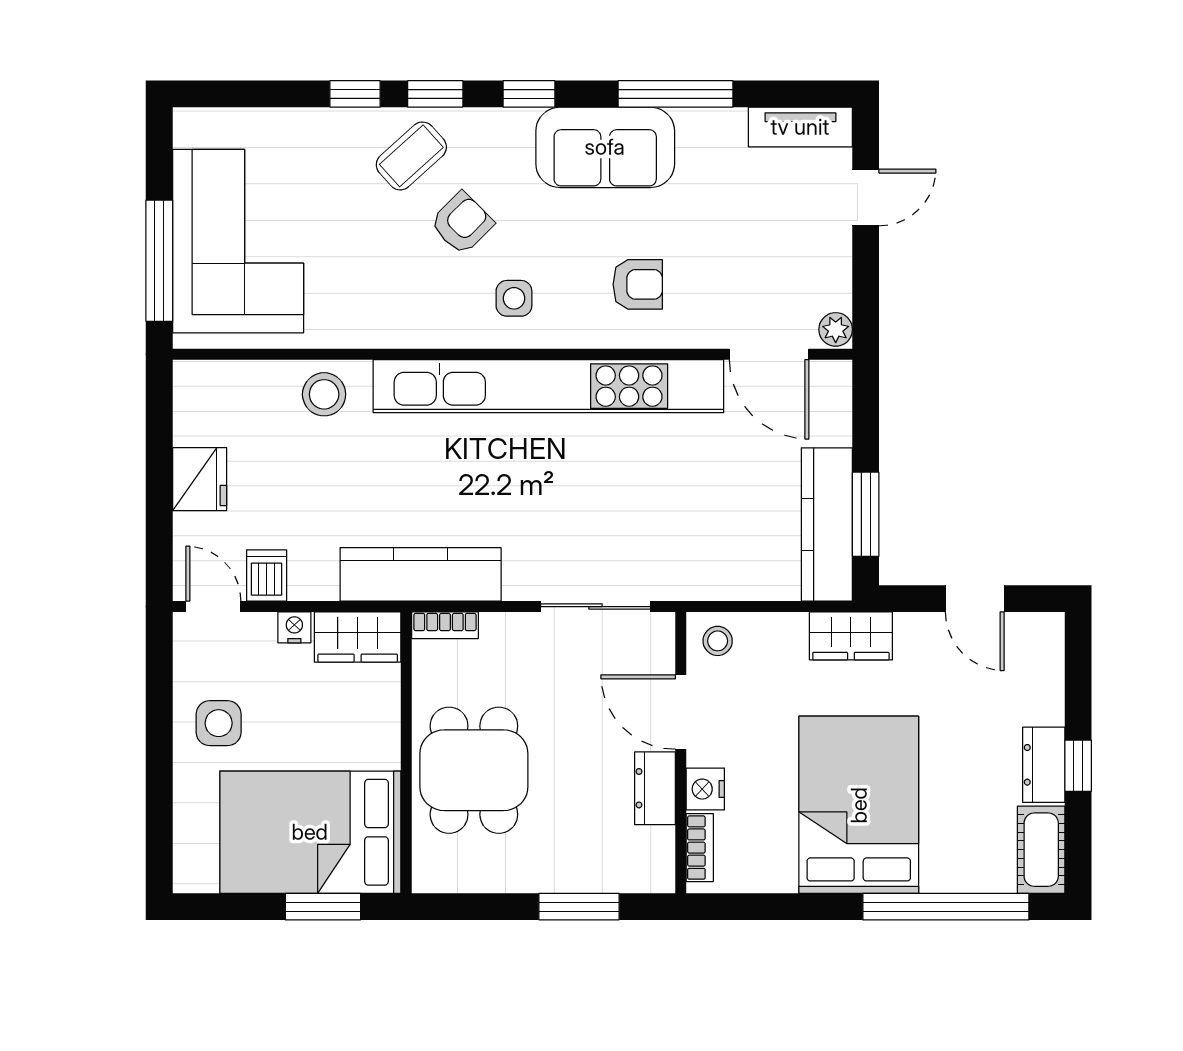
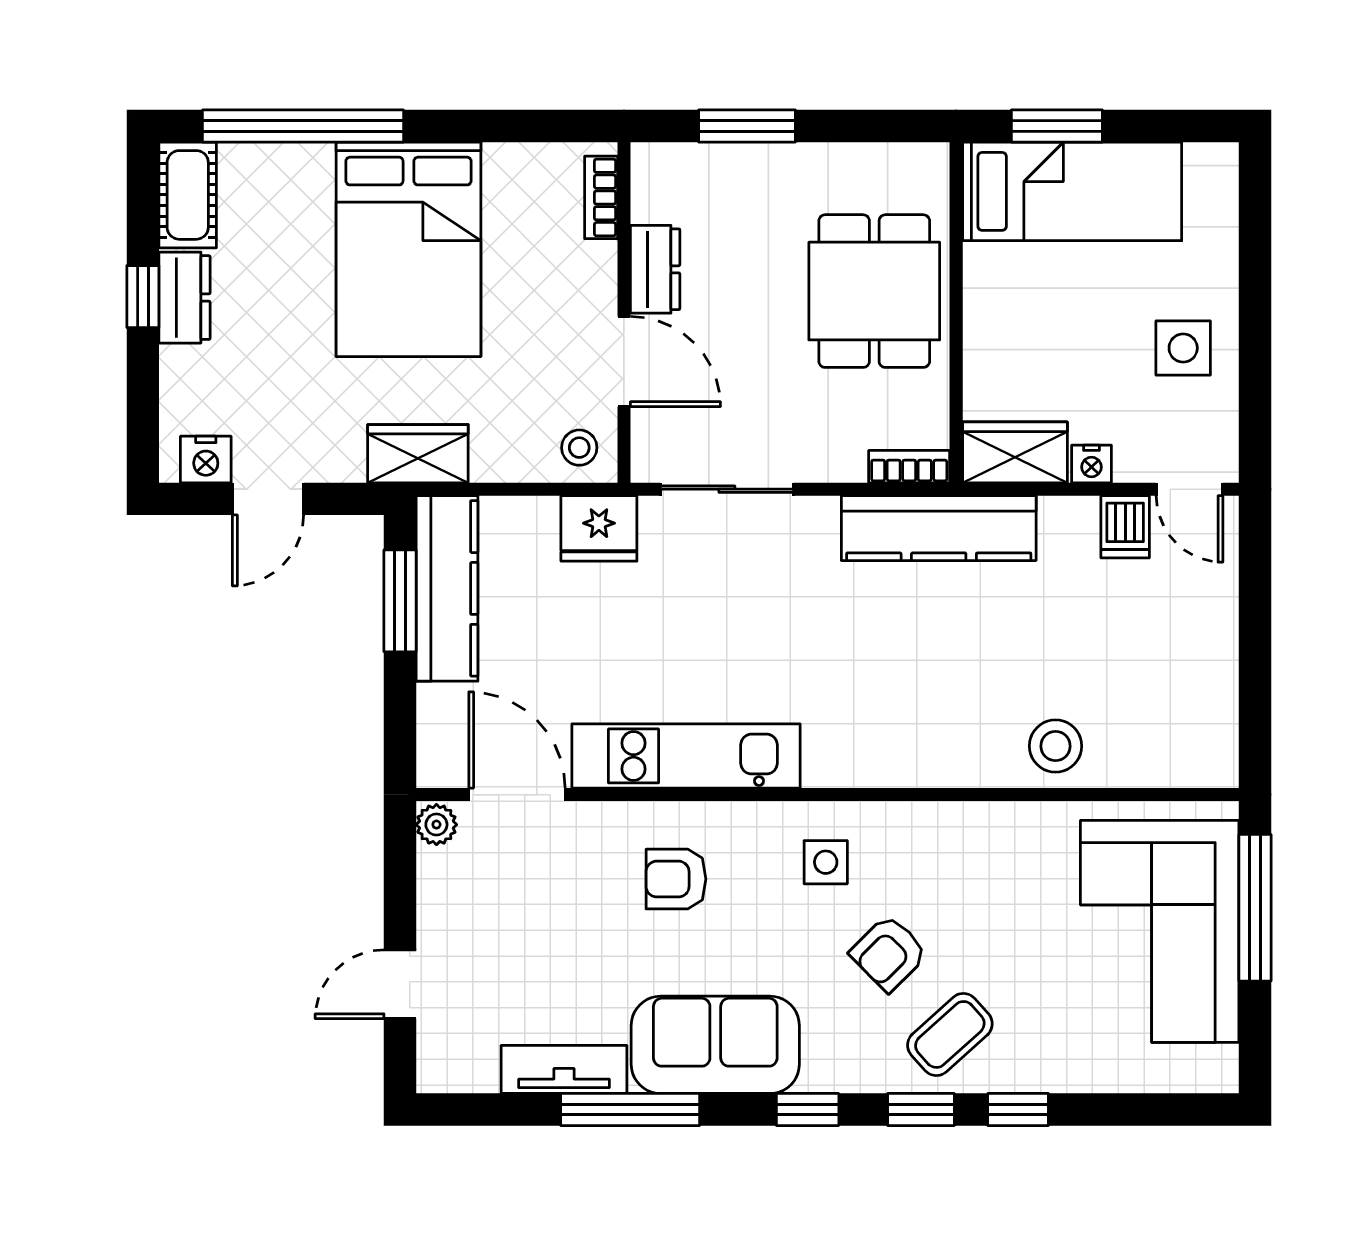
tv unit: (800, 127) -> (564, 1069), moved
kitchen unit: (548, 386) -> (686, 756), width x0.54
fridge: (200, 479) -> (599, 528), moved, turned -90
door: (975, 599) -> (268, 499), swing flipped
nightstand: (705, 789) -> (206, 459), moved, turned 90
bed: (310, 832) -> (1072, 191), width x0.67

